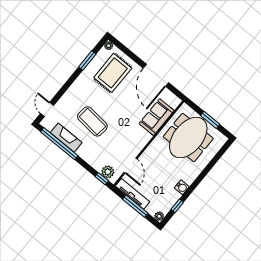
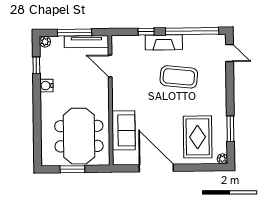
fireplace: (66, 138) -> (164, 42), moved
plant: (108, 172) -> (126, 43), removed
window: (102, 179) -> (146, 32), moved

